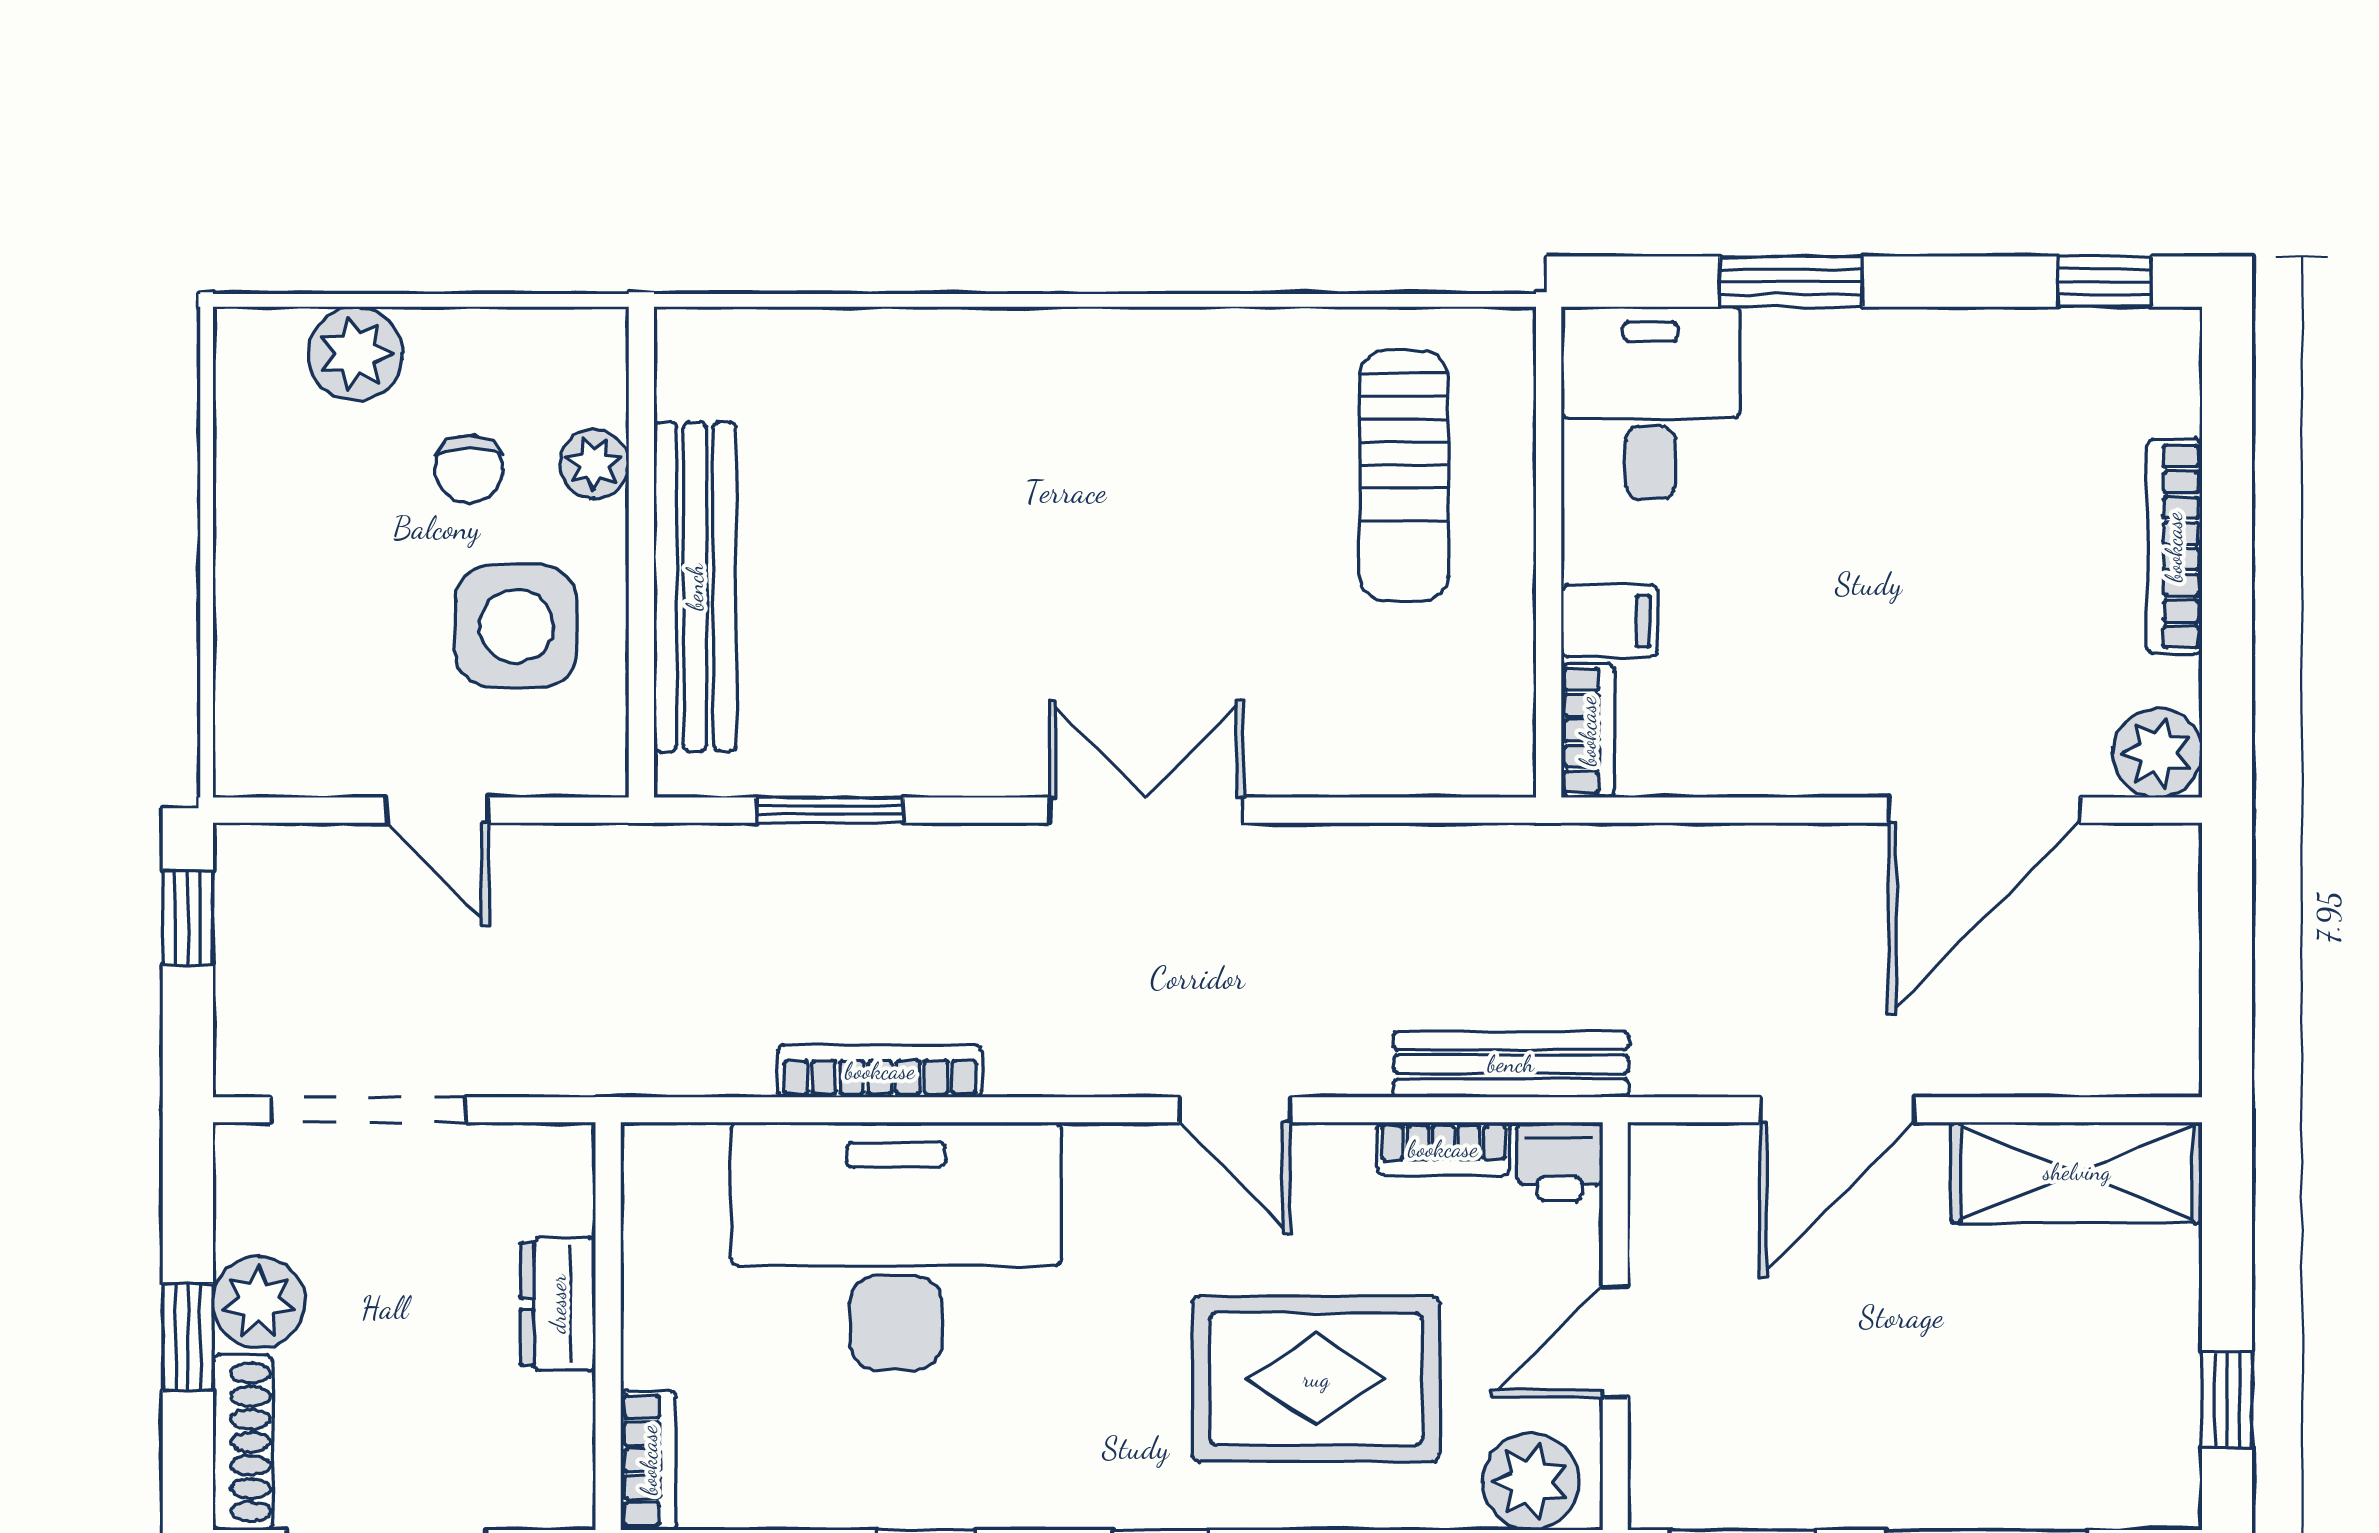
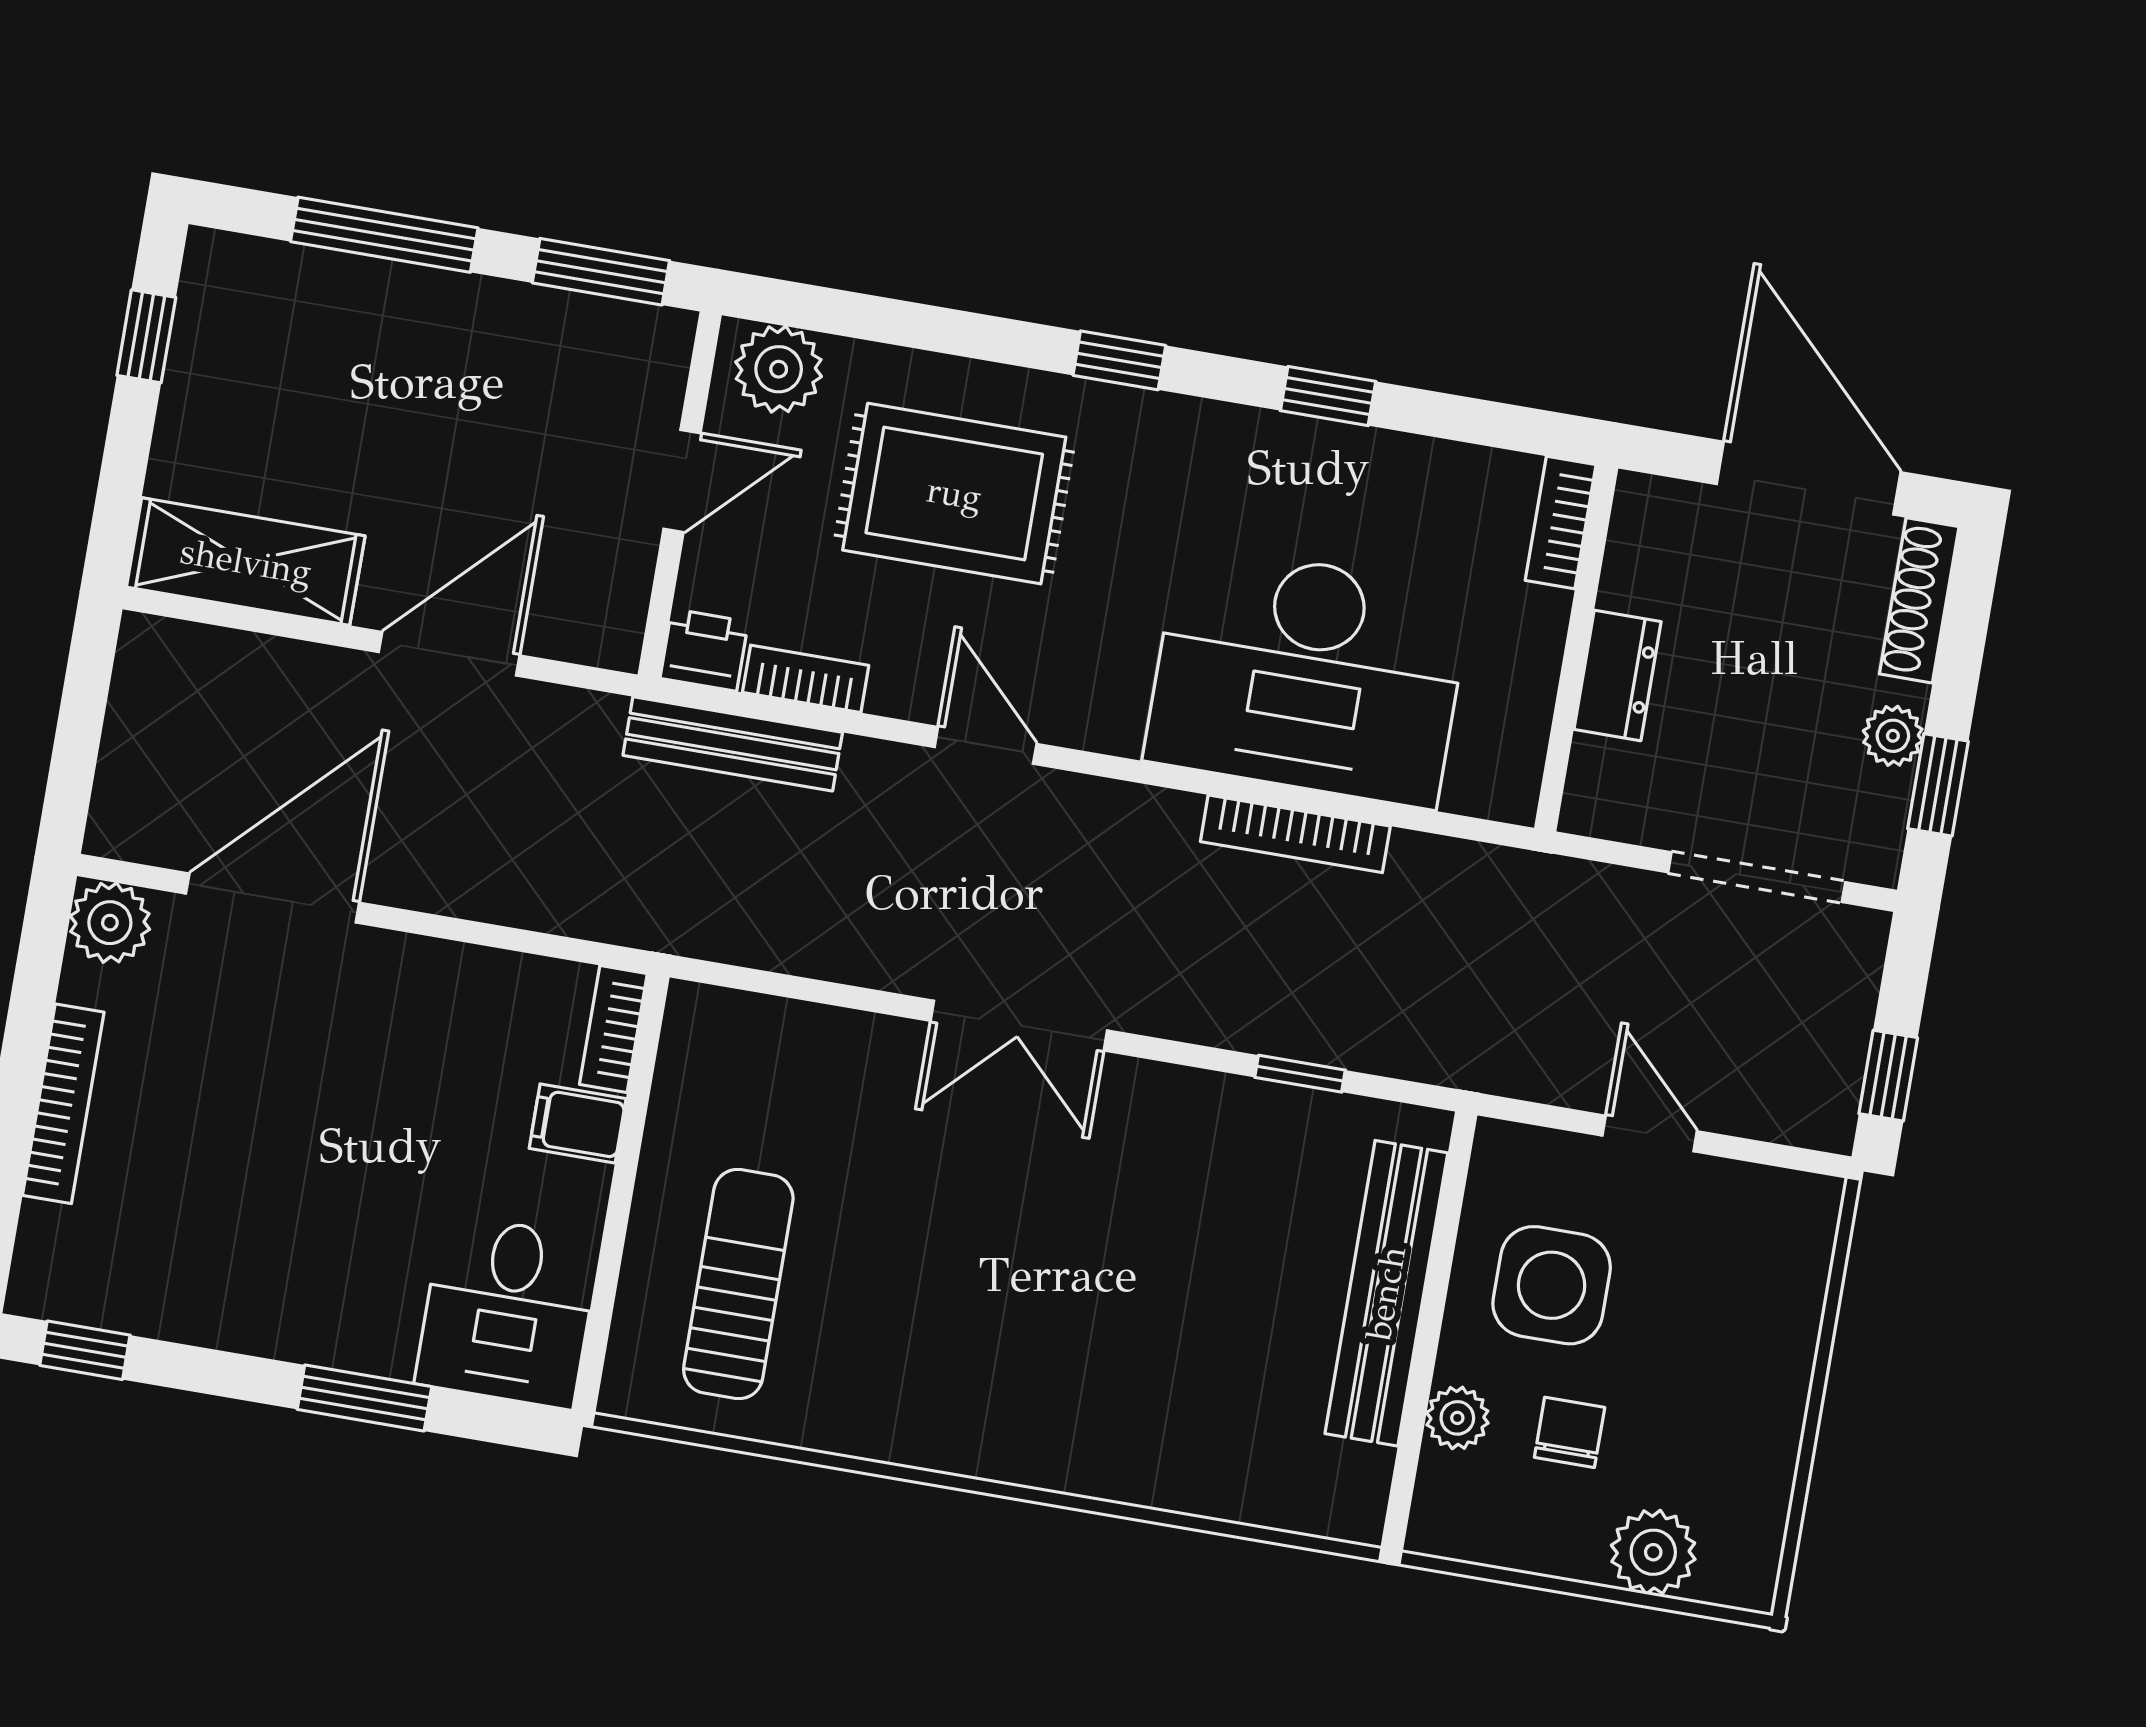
window: (830, 810) -> (1300, 1074), width x0.67
plant: (259, 1302) -> (1893, 736), width x0.73, depth x0.73
window: (188, 1337) -> (1938, 785), moved

